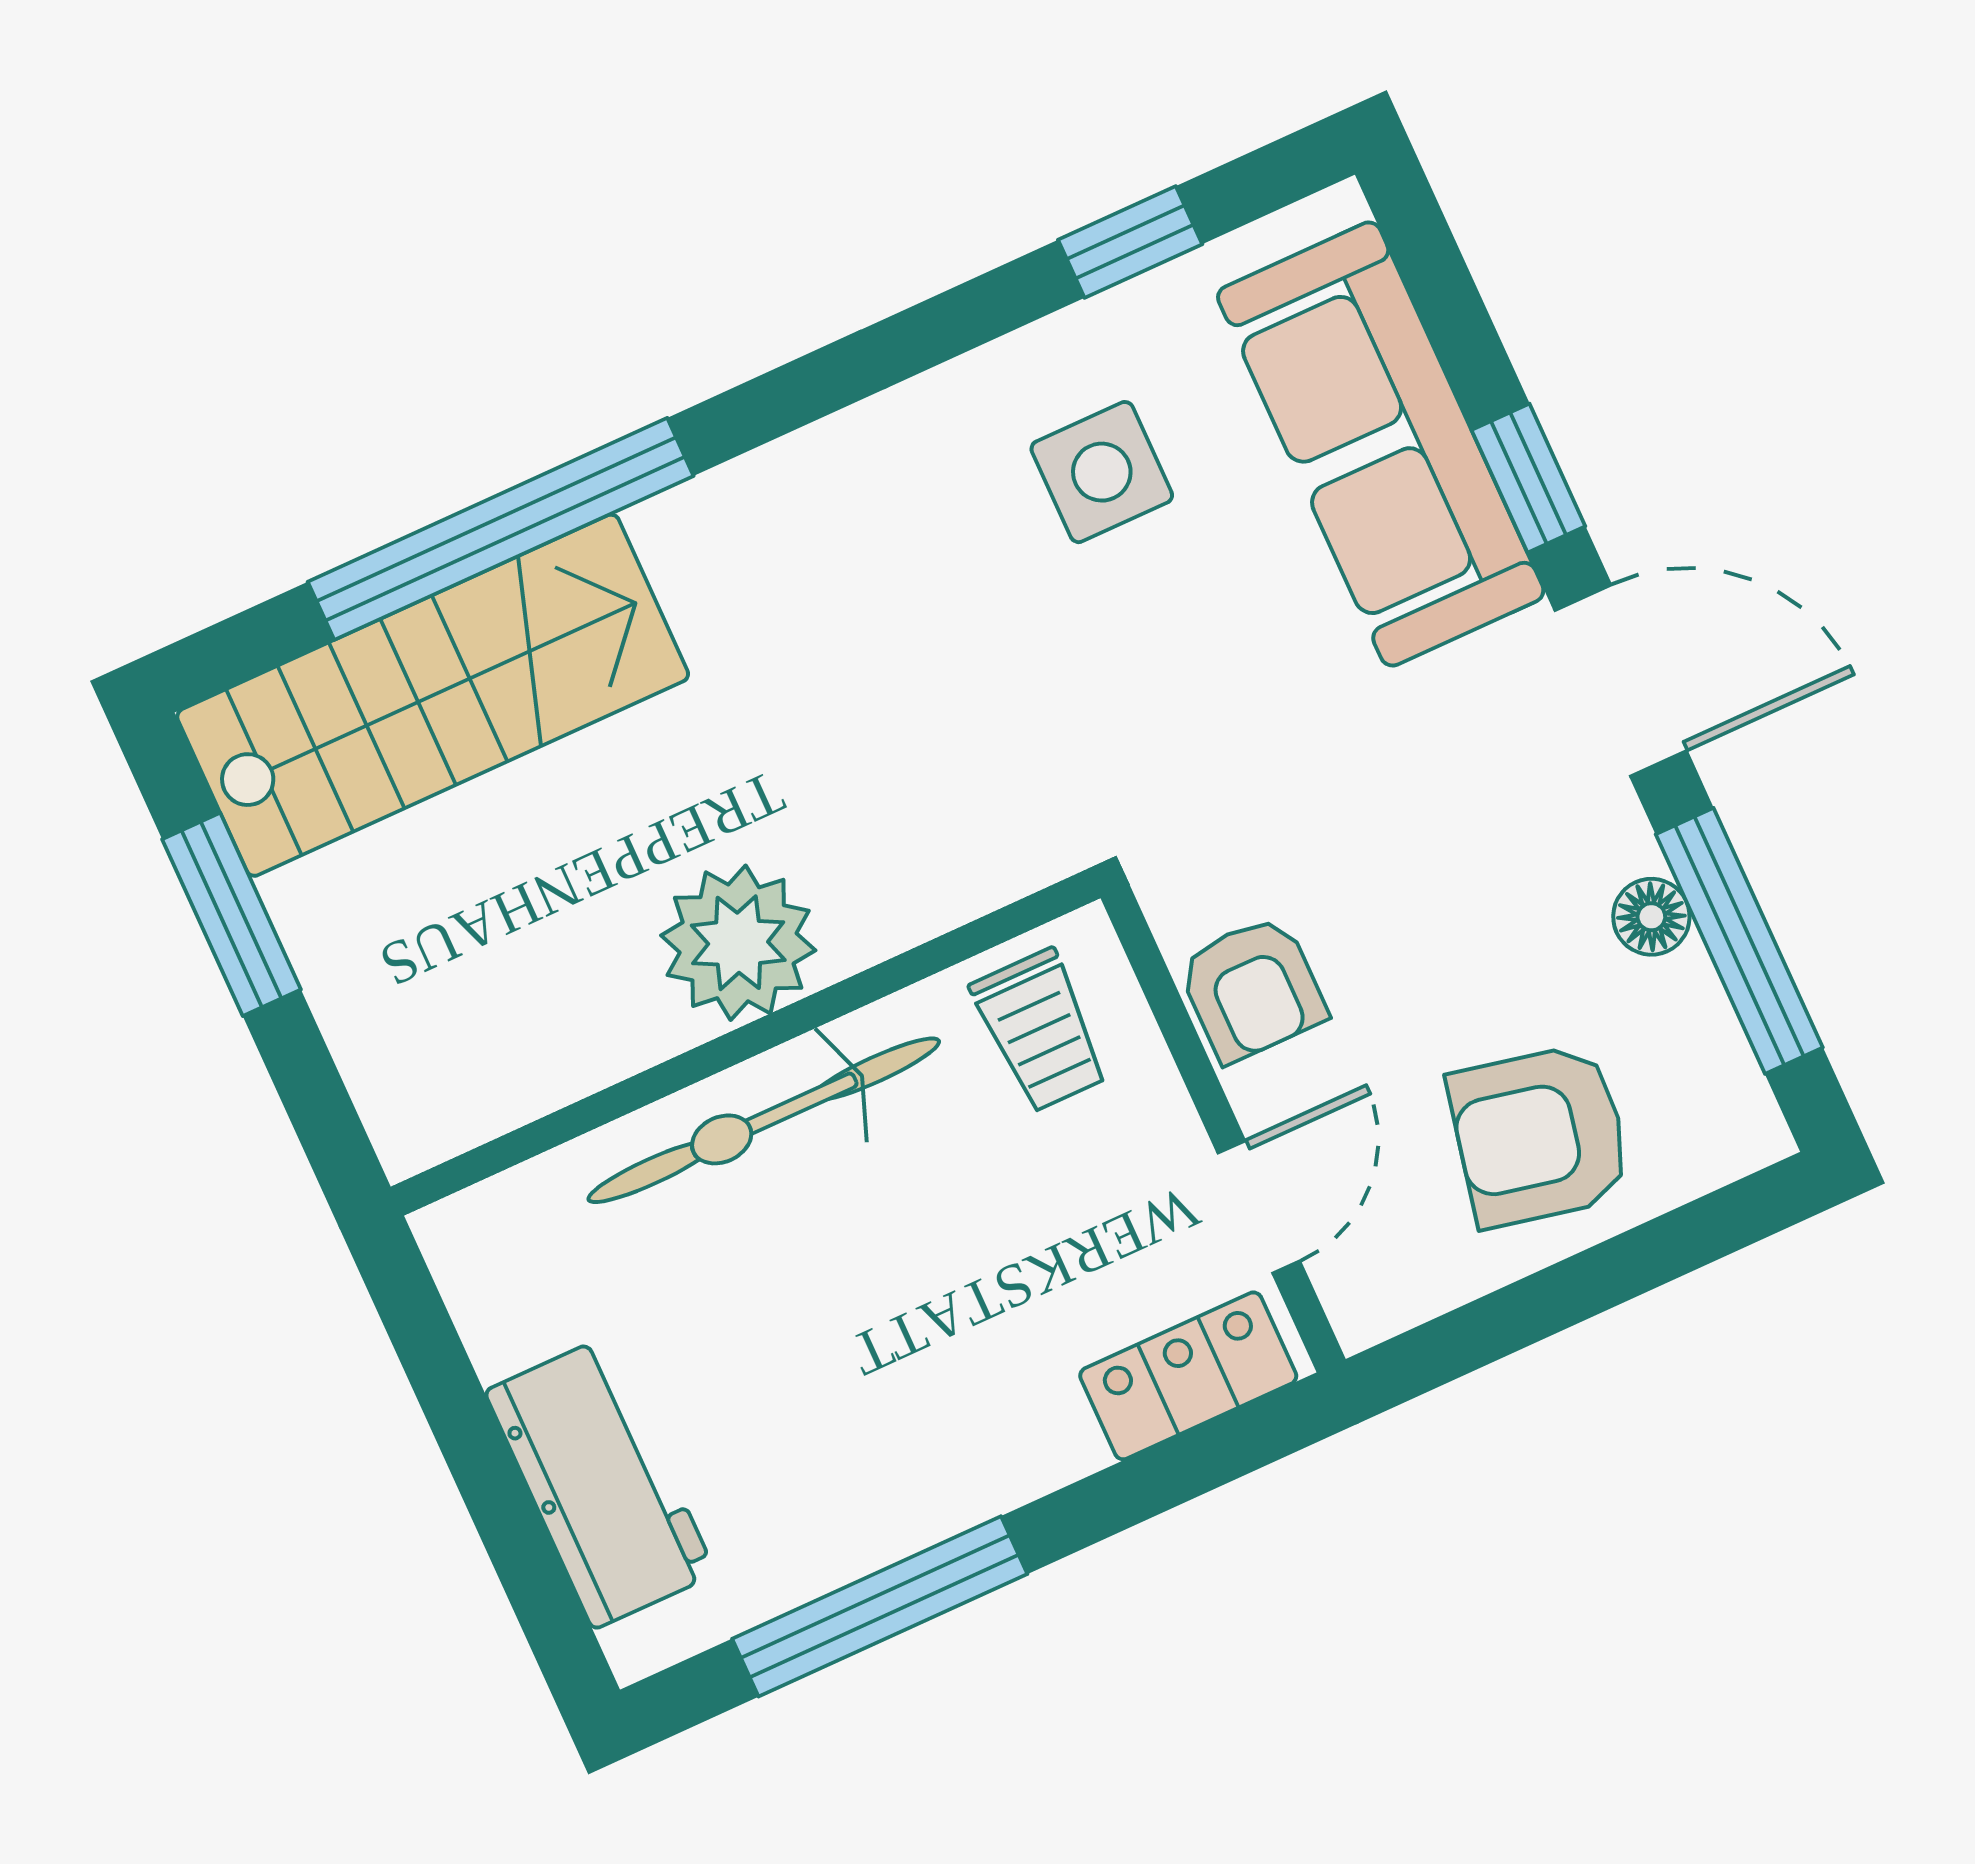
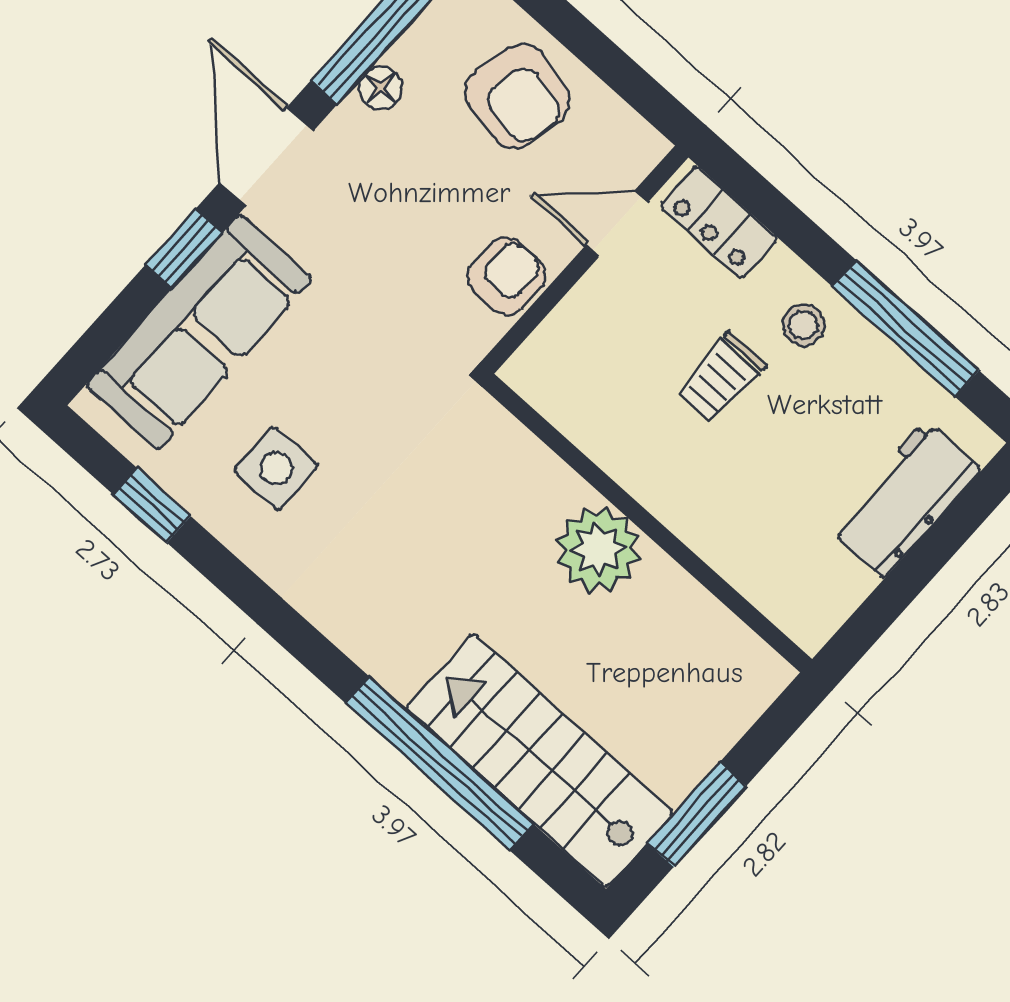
trolley: (1040, 1031) -> (721, 378), moved, turned 180
bicycle: (764, 1120) -> (683, 496), removed
stool: (959, 1441) -> (804, 325), added

